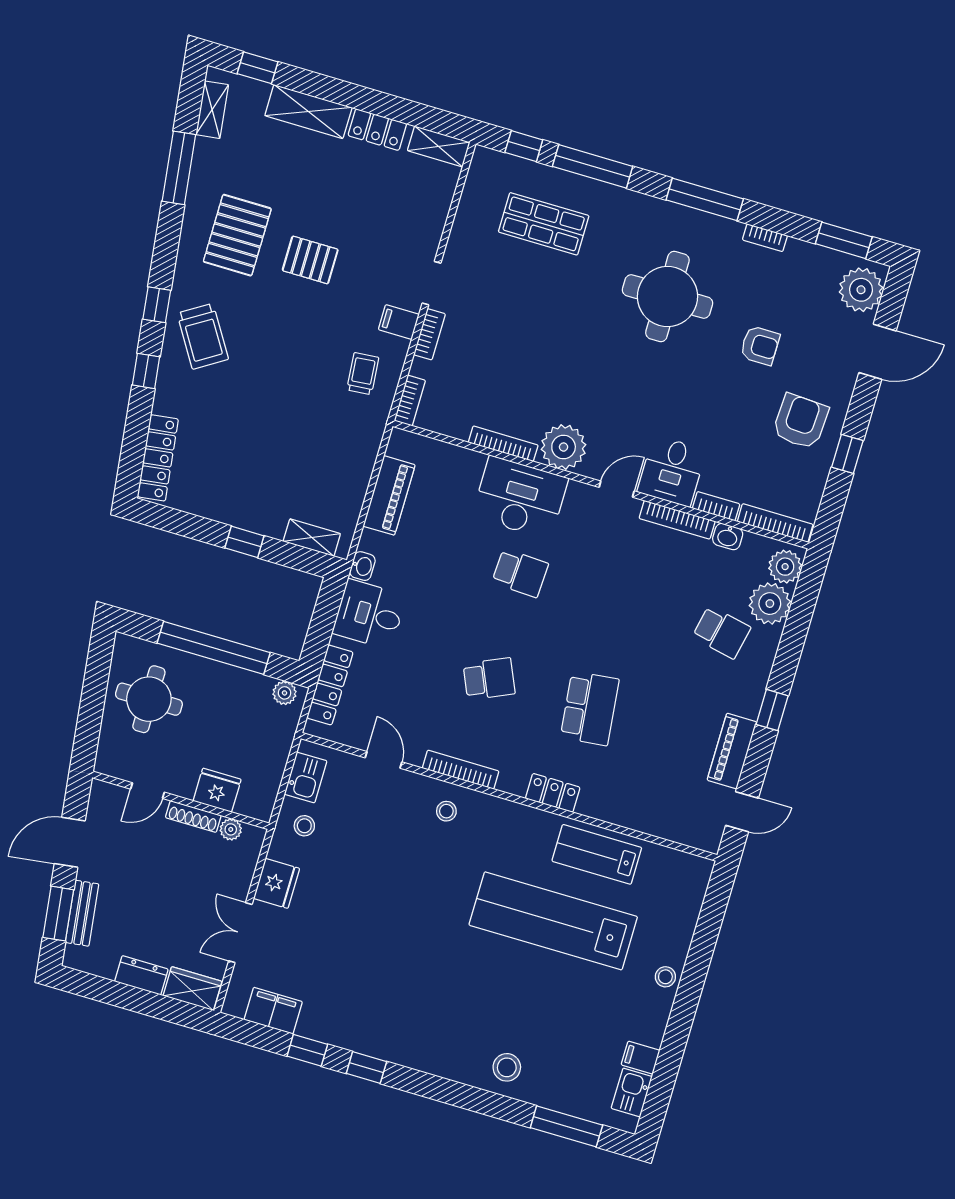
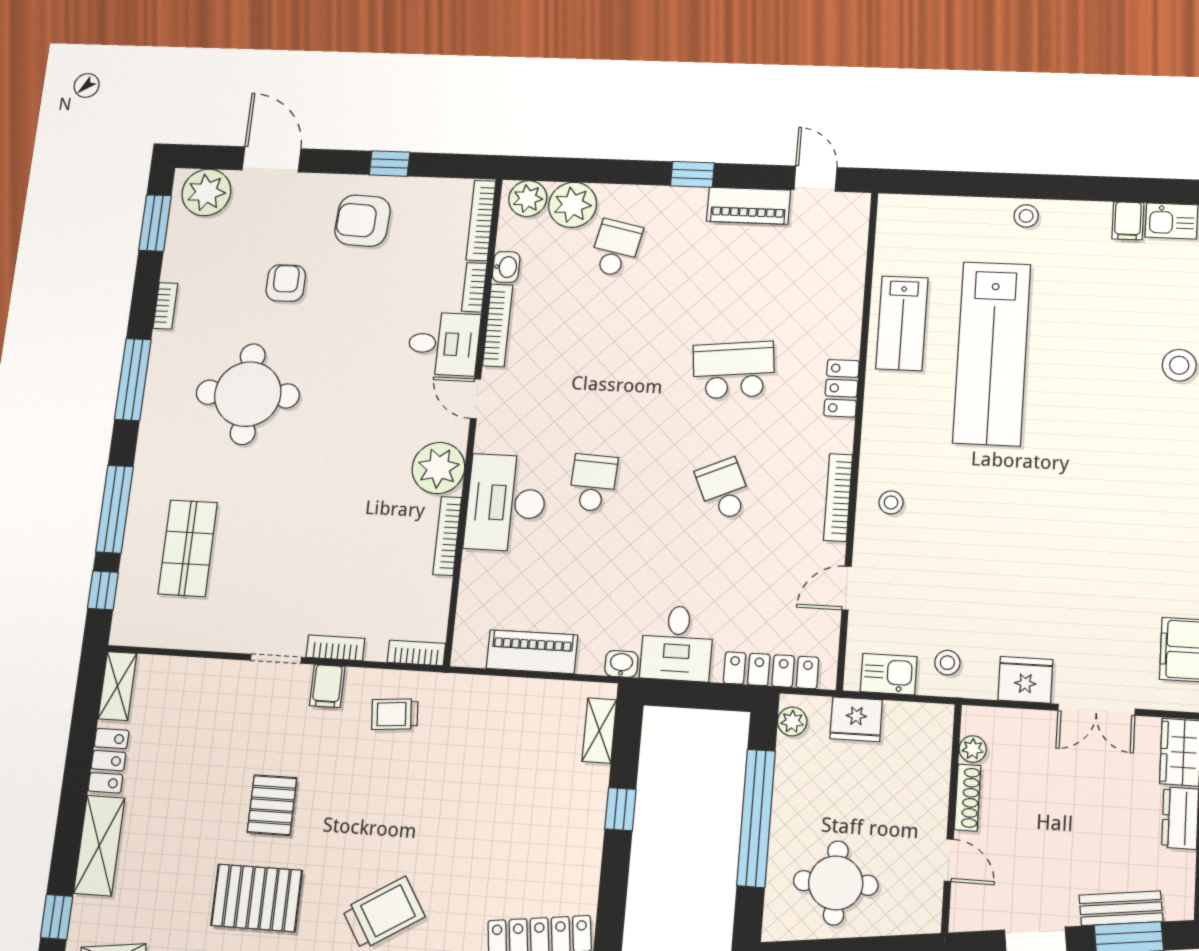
fridge: (217, 790) -> (856, 719), moved, turned -90

